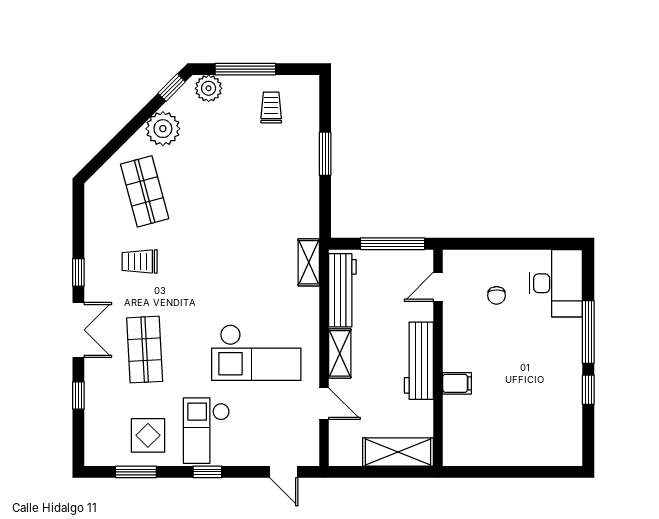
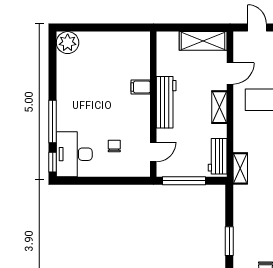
workbench: (342, 290) -> (218, 156), width x0.73
window: (588, 390) -> (53, 162), moved
door: (324, 404) -> (230, 73), swing flipped
plant: (566, 450) -> (68, 43), added
shelving: (398, 452) -> (203, 41), moved

